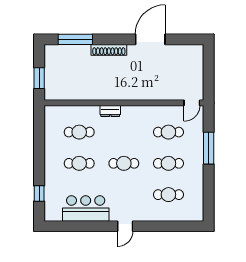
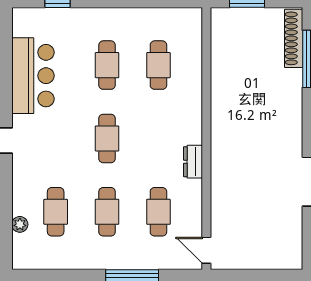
shoe rack: (109, 50) -> (294, 38), moved
dresser: (110, 111) -> (193, 162), moved
plant: (176, 216) -> (20, 224), added

